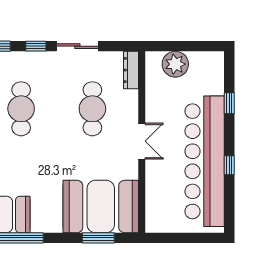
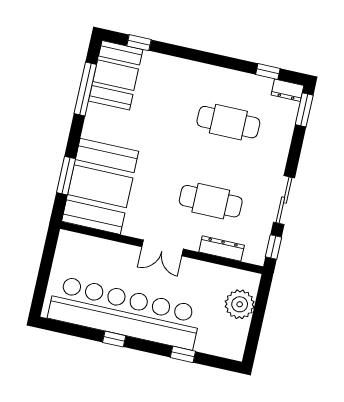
window: (36, 46) -> (273, 247), moved
dresser: (131, 70) -> (222, 249), moved

